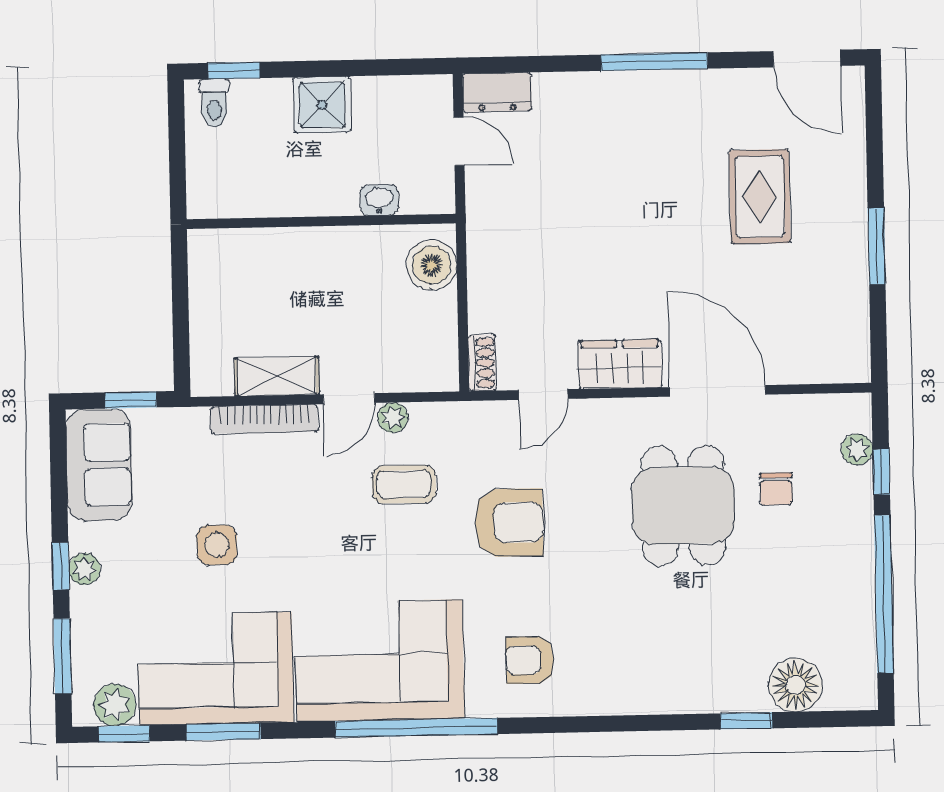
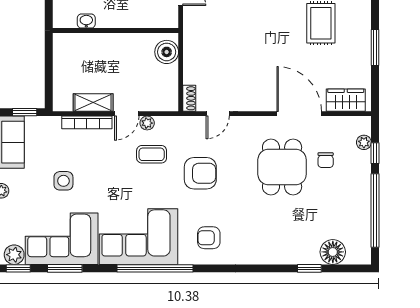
washbasin: (379, 200) -> (86, 21), moved
wardrobe: (620, 364) -> (346, 100), moved

